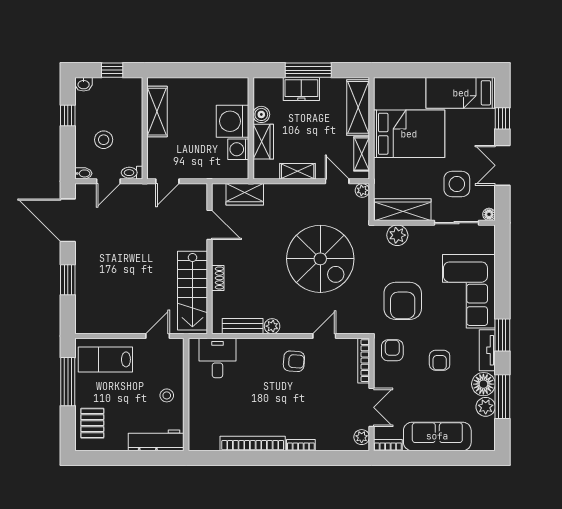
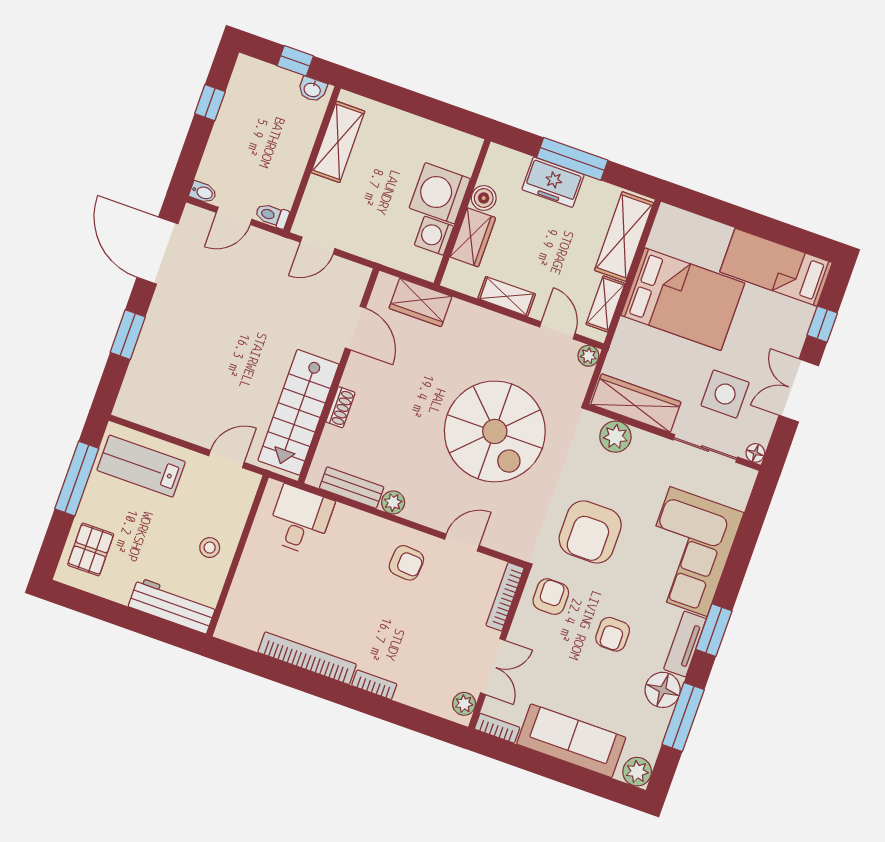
washbasin: (84, 84) -> (312, 89), moved
stool: (104, 140) -> (248, 155), removed
plant: (486, 407) -> (637, 772), moved

